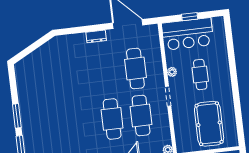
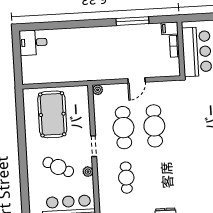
cafe table: (135, 69) -> (126, 178), width x0.73, depth x0.74
cafe table: (200, 75) -> (58, 167), turned -63

